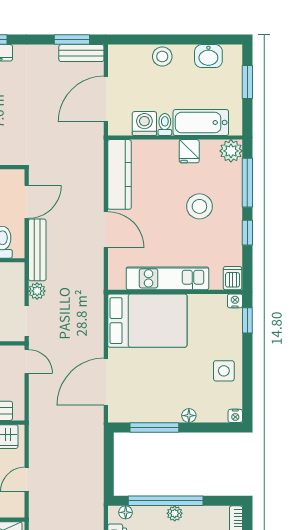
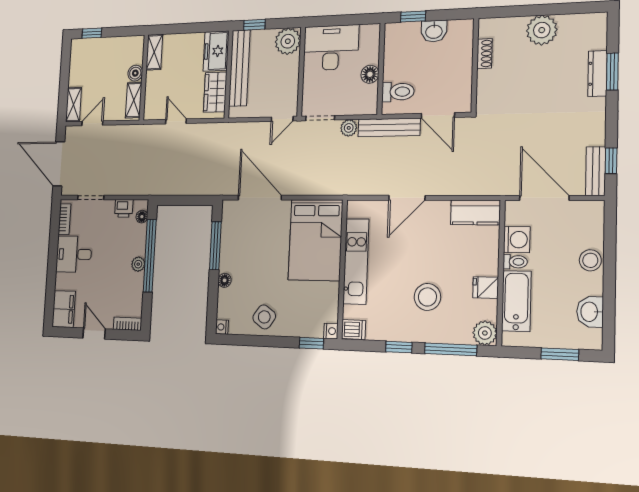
window: (72, 40) -> (611, 161), width x0.67
kitchen counter: (119, 174) -> (475, 212), width x0.67
side table: (224, 371) -> (264, 317), turned 35

